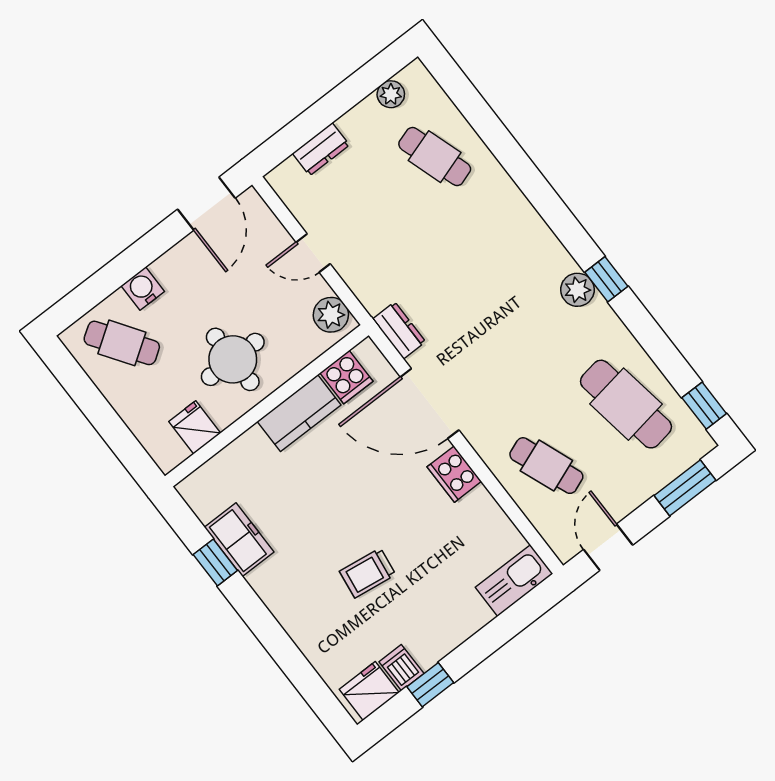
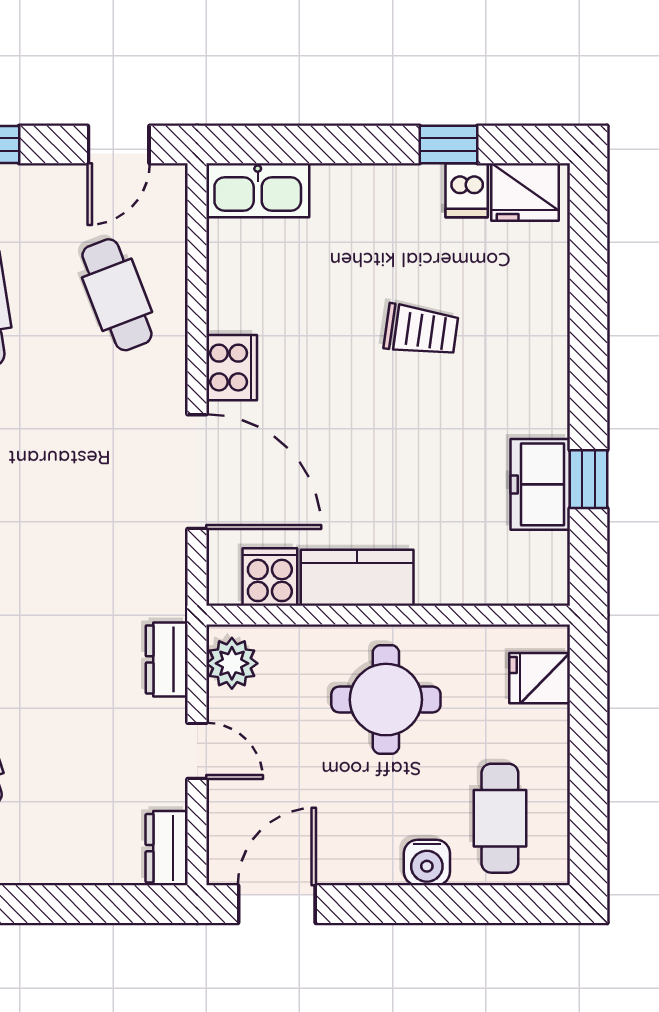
dresser: (321, 149) -> (167, 848), moved, turned -90
dresser: (399, 330) -> (167, 659), moved
cafe table: (122, 343) -> (500, 818), turned 34
fridge: (195, 427) -> (540, 678), moved, turned 90

